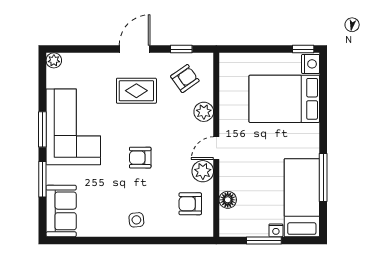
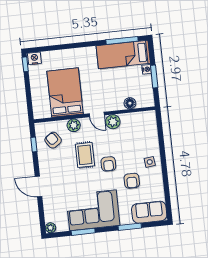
door: (135, 49) -> (38, 186), moved
rug: (136, 91) -> (85, 155), moved
bed: (284, 99) -> (65, 93), moved, turned 180
window: (42, 129) -> (83, 232), moved
window: (323, 177) -> (122, 40), moved
armchair: (190, 204) -> (132, 181), moved

